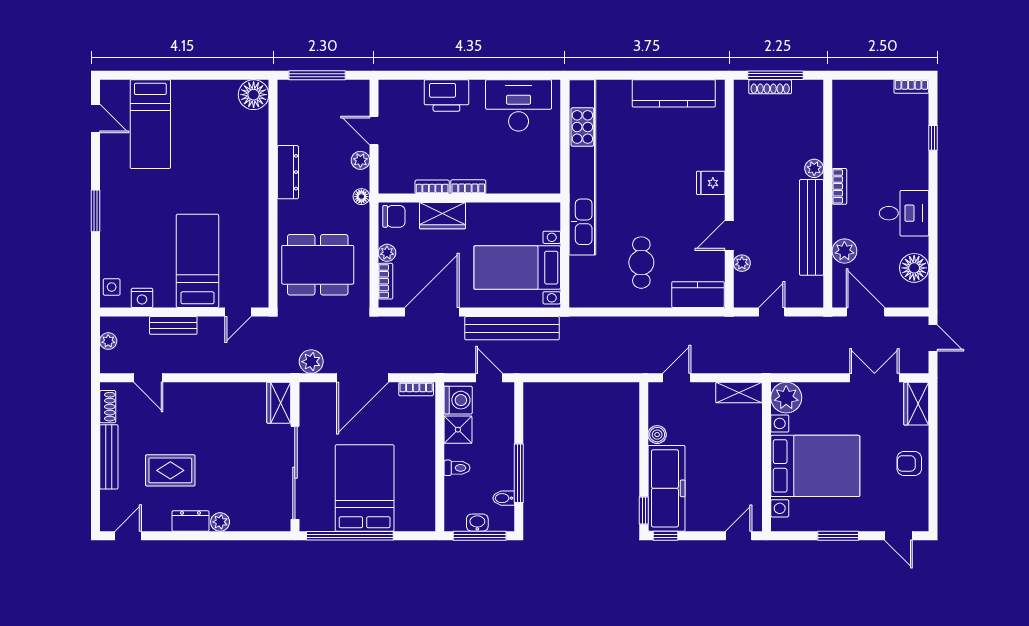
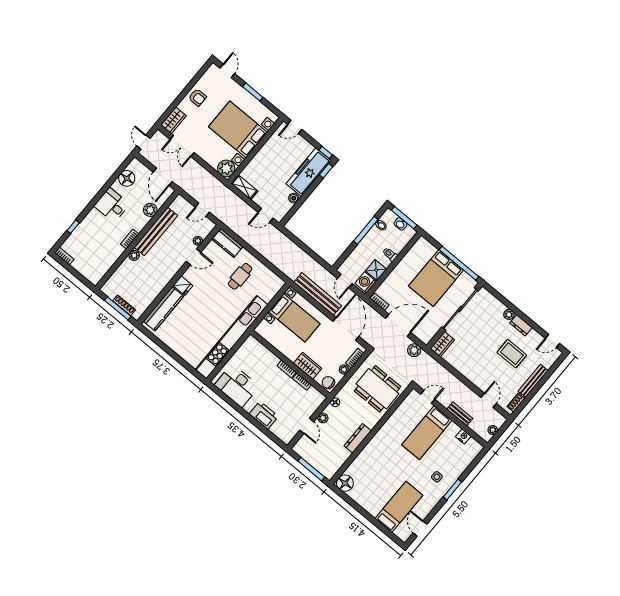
kitchen counter: (674, 93) -> (163, 309), moved, turned 90
side table: (112, 287) -> (437, 477), moved
door: (432, 312) -> (346, 329), swing flipped

